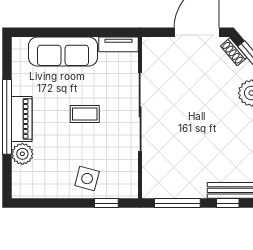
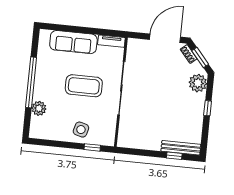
coffee table: (85, 114) -> (84, 86), width x1.86, depth x1.72
piano: (22, 119) -> (41, 85), removed
window: (177, 203) -> (140, 152), removed

